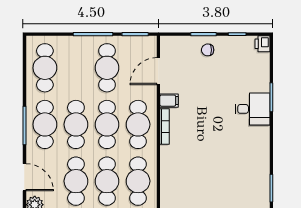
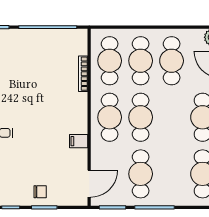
door: (158, 71) -> (89, 184), moved
cafe table: (76, 124) -> (172, 117), removed
bookcase: (165, 126) -> (83, 74), moved

